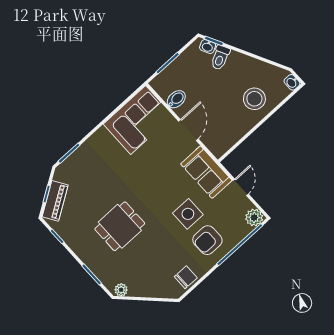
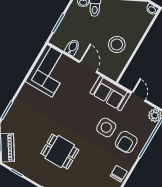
stool: (254, 99) -> (117, 45), moved
dining table: (120, 226) -> (60, 152), turned 90

